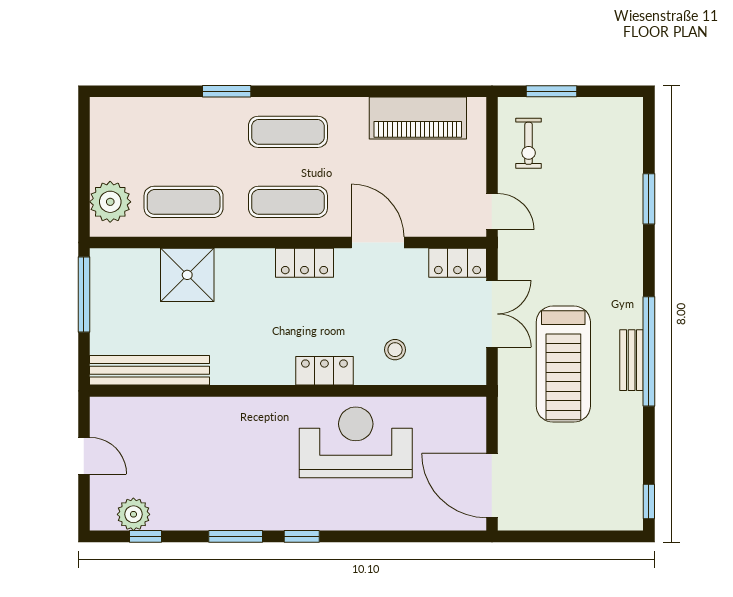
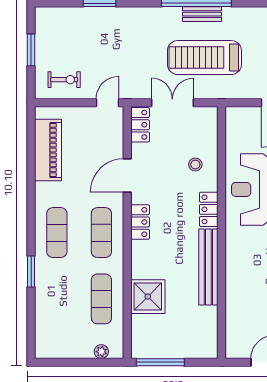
window: (552, 91) -> (31, 50), moved
plant: (110, 202) -> (101, 352), width x0.53, depth x0.53
treadmill: (563, 364) -> (204, 58), turned 180
bench: (150, 370) -> (208, 267), moved

